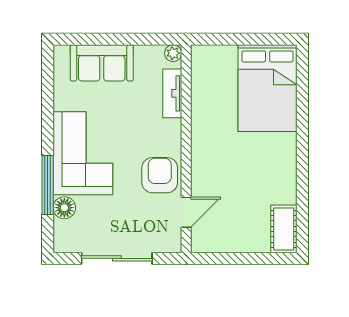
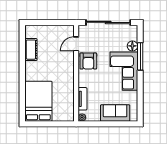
cot: (284, 229) -> (31, 50), moved
sliding door: (117, 258) -> (108, 22), width x1.36

